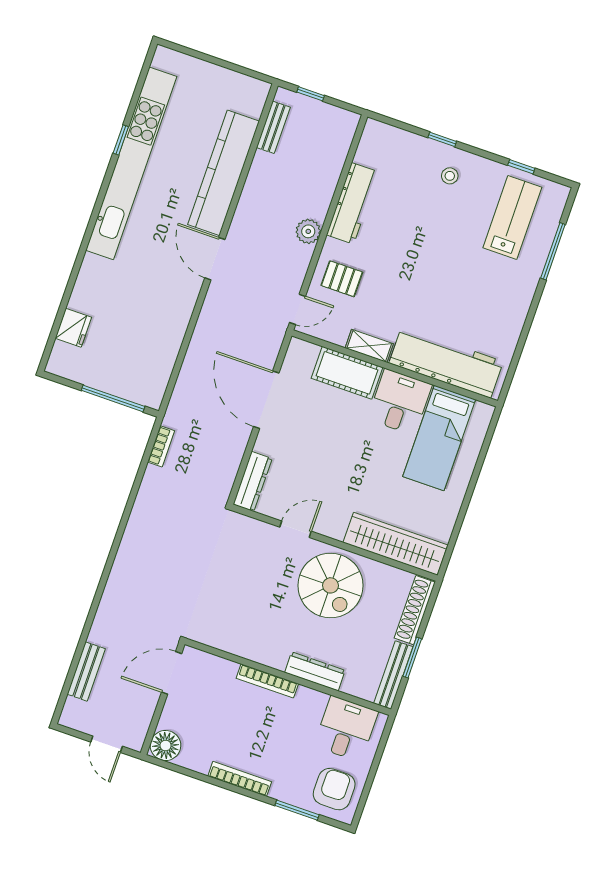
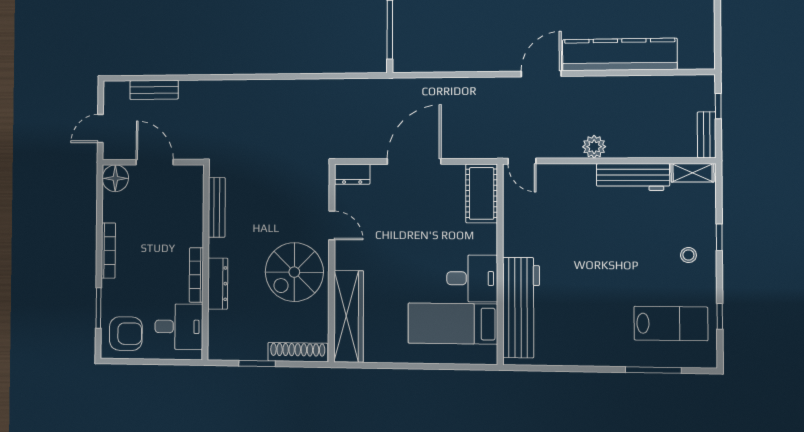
bench: (273, 127) -> (707, 135), moved, turned 90
pallet: (342, 279) -> (563, 191), removed
shelving: (369, 346) -> (692, 173), moved, turned 90
cot: (347, 373) -> (482, 193), moved
door: (266, 400) -> (414, 161), moved
bookcase: (161, 446) -> (363, 85), removed
dresser: (253, 481) -> (352, 174), width x0.70
door: (172, 673) -> (155, 162), moved
bench: (393, 675) -> (217, 207), moved, turned 90
bookcase: (267, 681) -> (196, 275), moved

